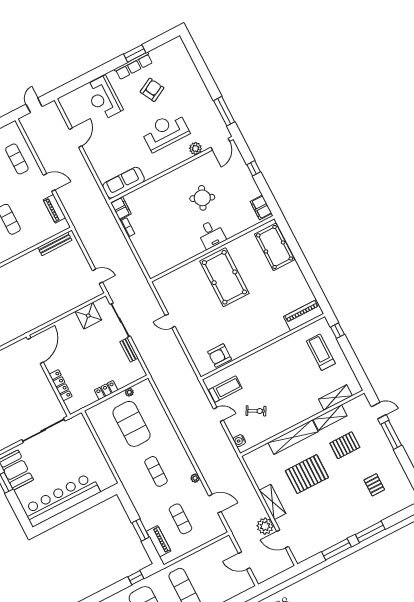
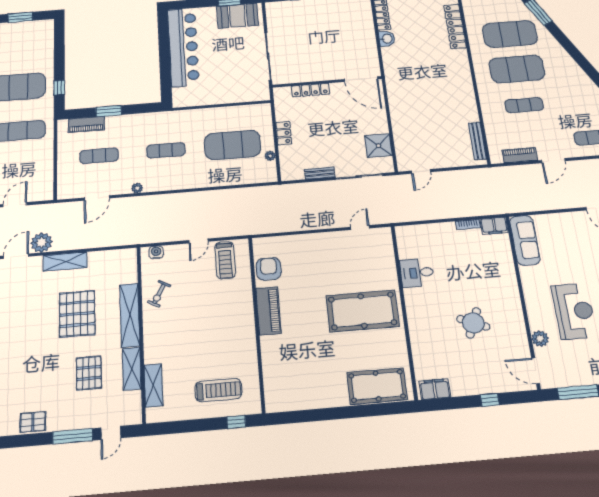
desk: (211, 234) -> (417, 273), moved
piano: (304, 315) -> (268, 311), moved
door: (170, 321) -> (360, 228), moved
exercise bike: (256, 411) -> (159, 294), moved
pallet: (374, 485) -> (33, 422), moved

